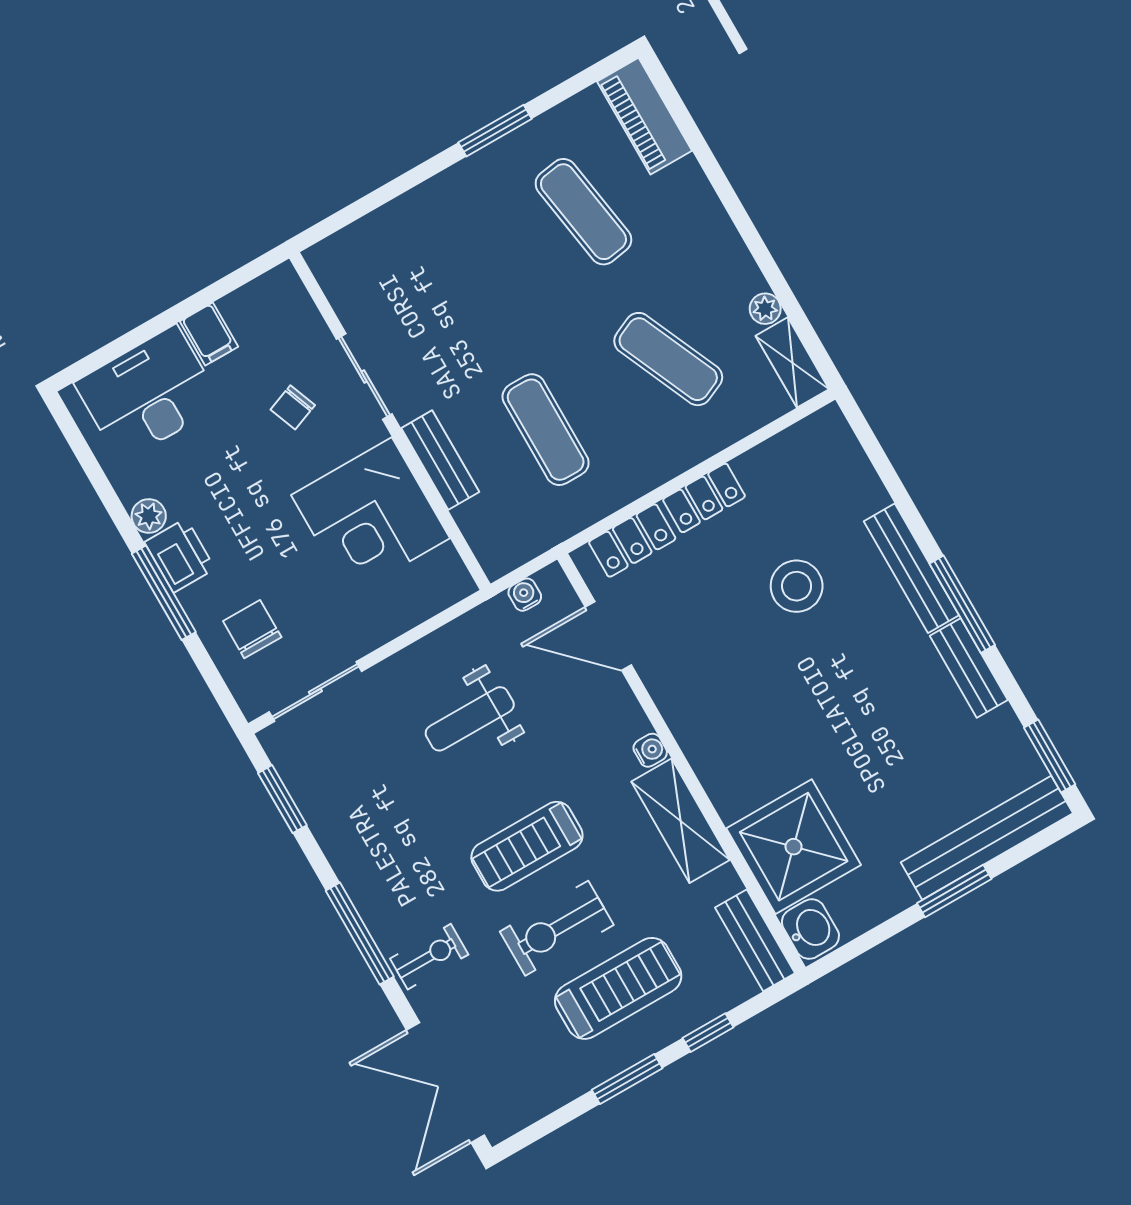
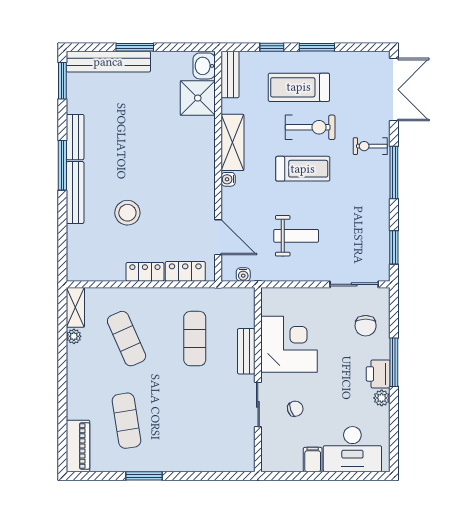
shower: (794, 847) -> (198, 98), width x0.73, depth x0.73

